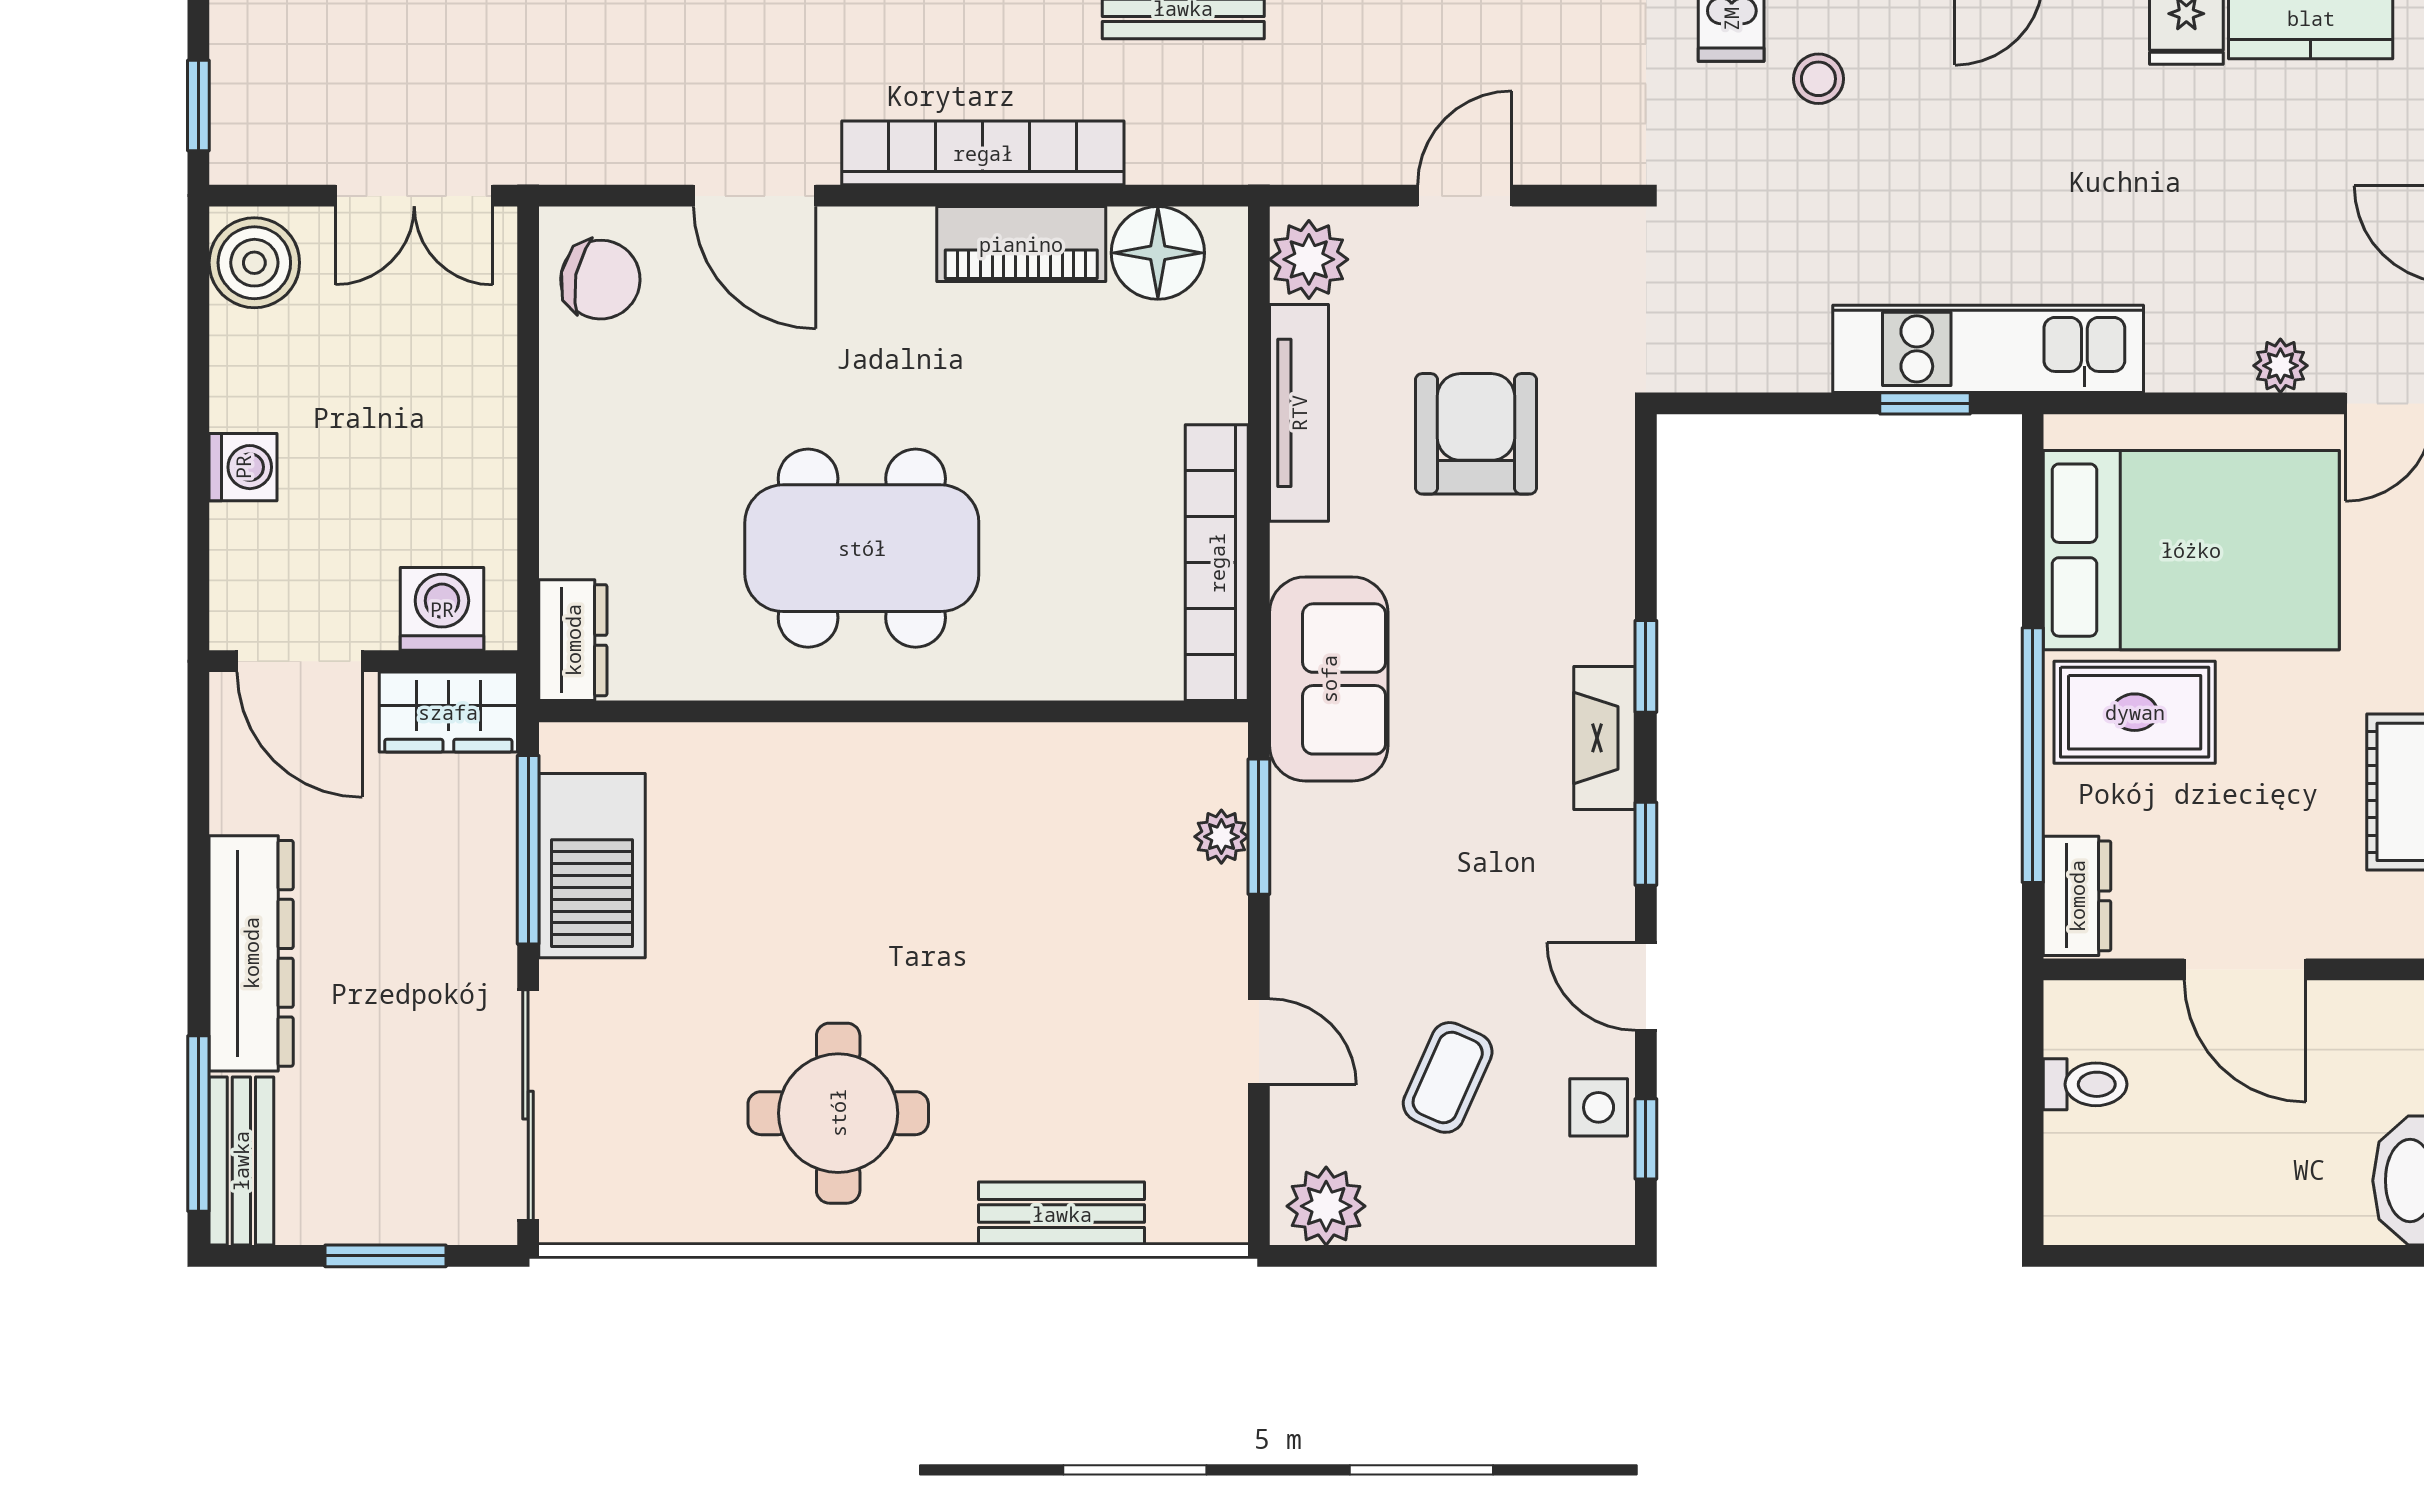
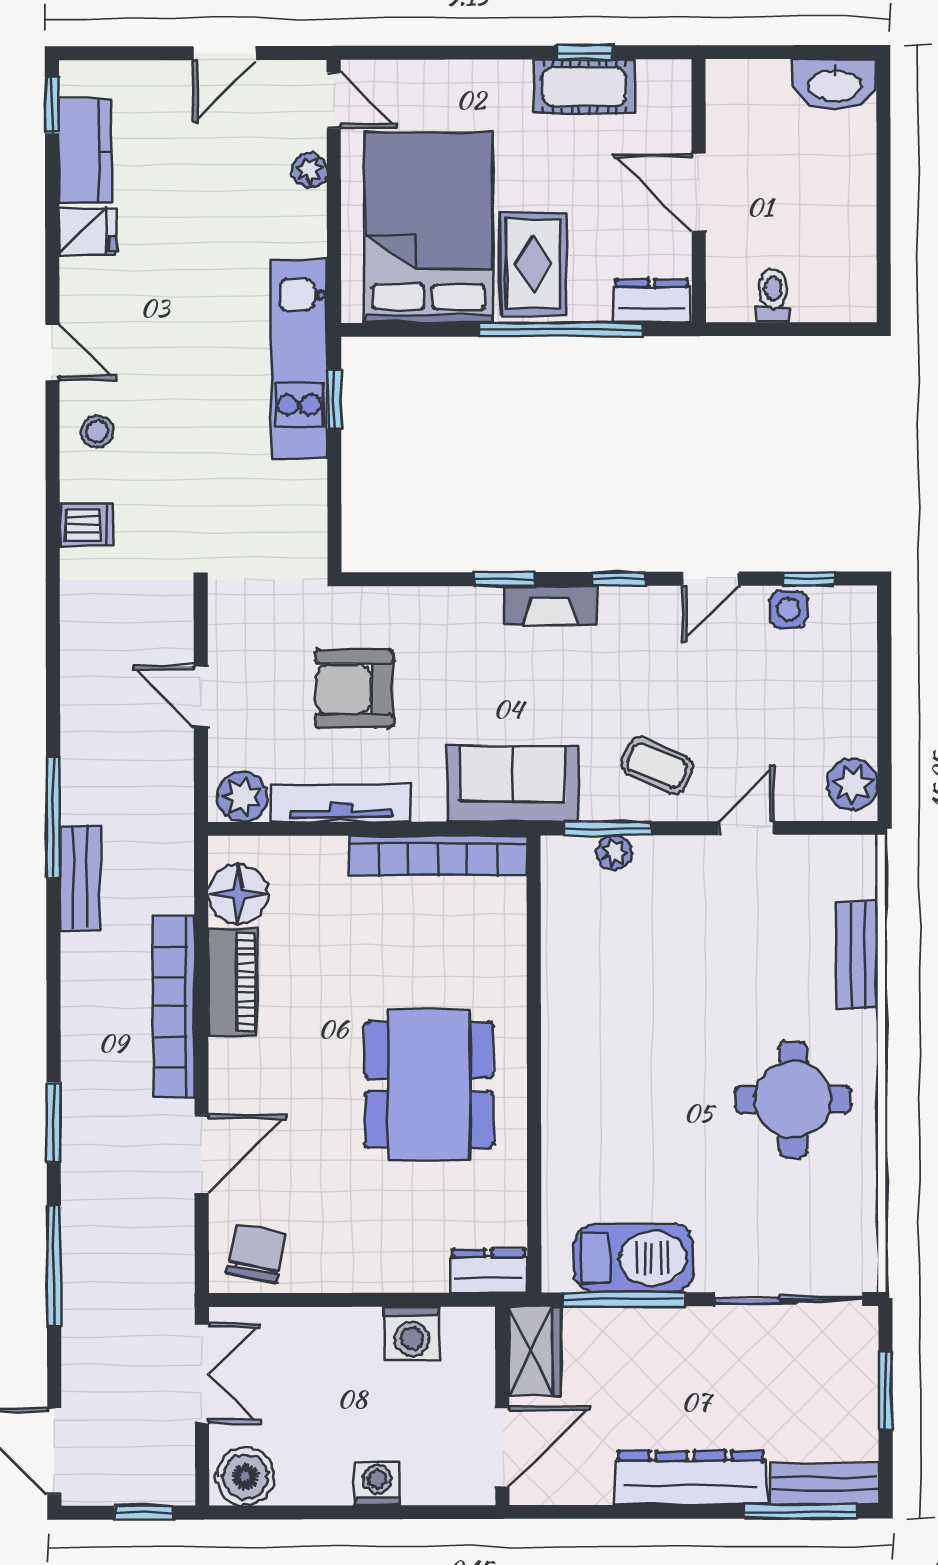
stool: (1818, 79) -> (97, 431), moved
washing machine: (442, 609) -> (412, 1333), moved, turned -90
door: (2245, 969) -> (699, 192), swing flipped
coffee table: (1448, 1077) -> (657, 766), moved

